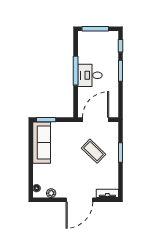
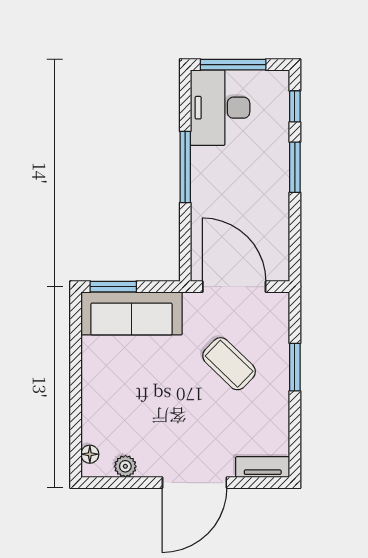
desk: (90, 75) -> (220, 108), moved, width x1.37
door: (96, 120) -> (234, 287), hinge flipped
sofa: (42, 143) -> (131, 313), moved, turned 90

